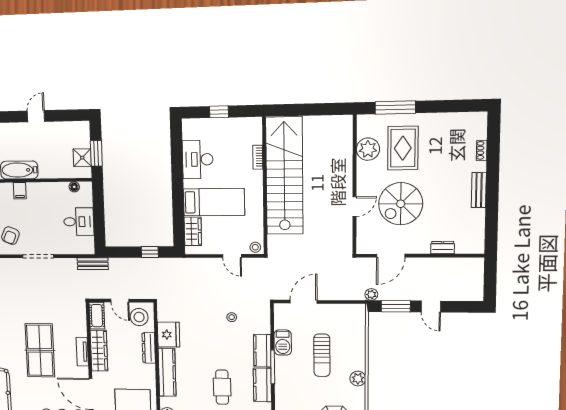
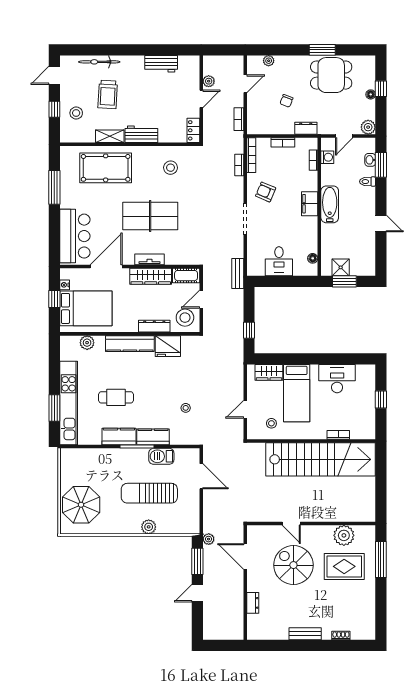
filing cabinet: (20, 191) -> (310, 204), width x2.00
stool: (255, 247) -> (271, 423), moved
sun lounger: (322, 355) -> (149, 493), width x1.36, depth x1.34
plant: (358, 379) -> (149, 527), moved

